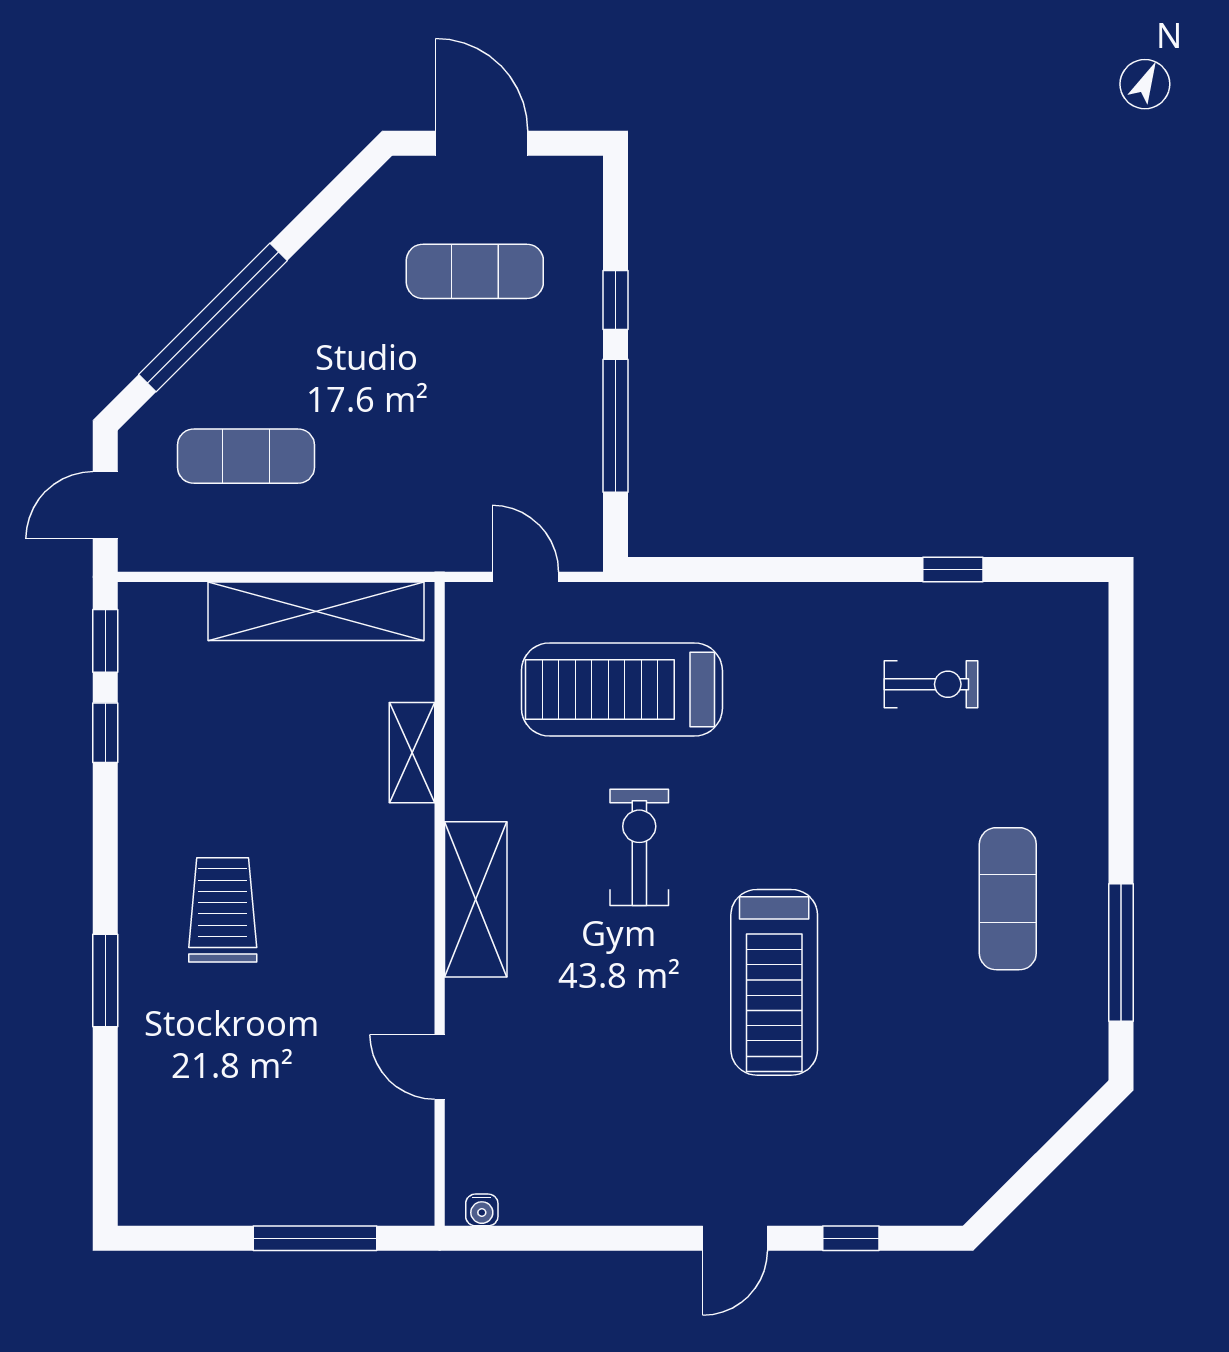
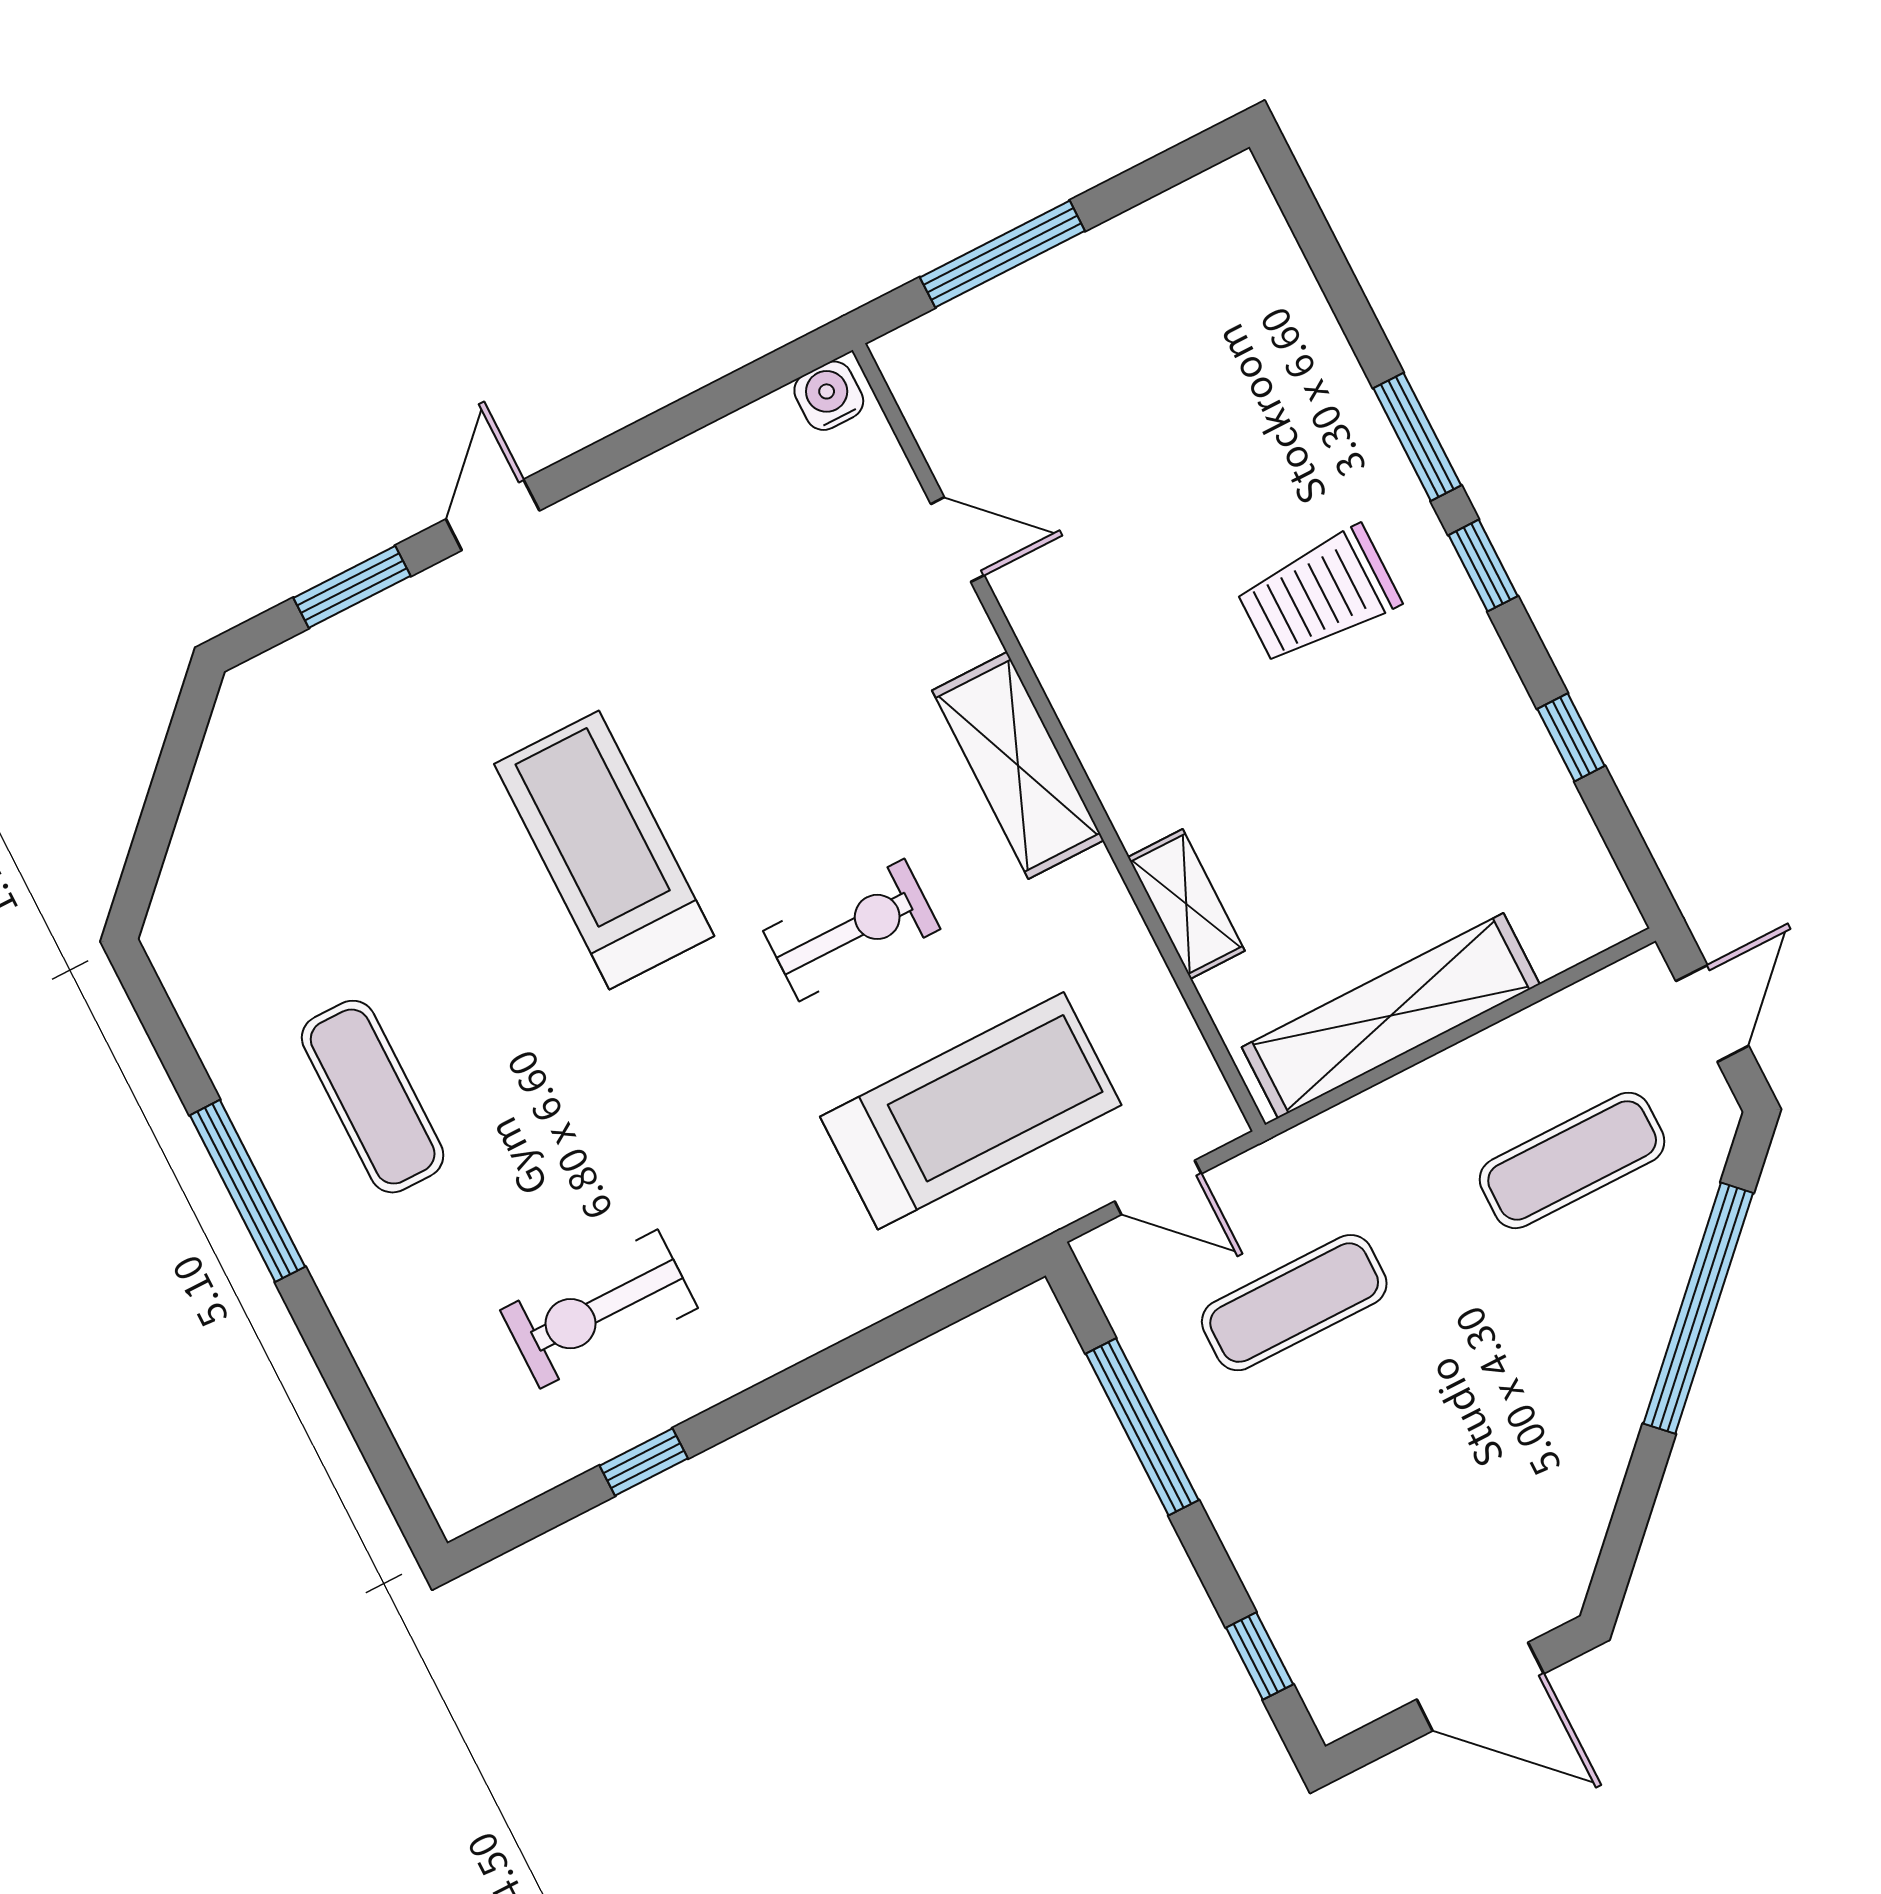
exercise mat: (475, 271) -> (1294, 1303), moved
window: (616, 300) -> (1260, 1656), moved
window: (105, 641) -> (1483, 566), moved
exercise bike: (931, 684) -> (599, 1309), width x1.38, depth x1.39
exercise bike: (639, 847) -> (852, 930), turned -90
trolley: (223, 910) -> (1319, 595), turned 90
window: (1121, 952) -> (248, 1191), moved
water cooler: (482, 1210) -> (829, 396), width x1.38, depth x1.38
window: (851, 1238) -> (352, 587), width x1.50

